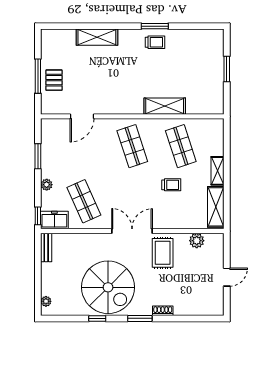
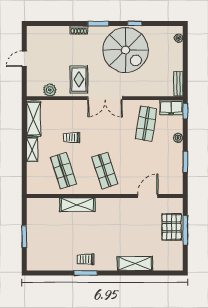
pallet: (54, 80) -> (172, 227), width x1.50, depth x1.42
shop shelf: (84, 201) -> (146, 123), turned 33
spiral stairs: (108, 287) -> (126, 50), turned 180

